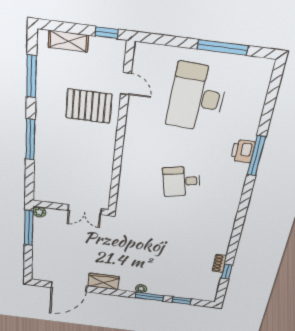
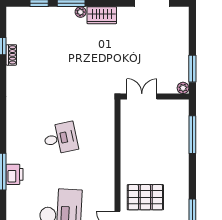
window: (30, 140) -> (192, 135), moved
window: (29, 228) -> (192, 69), width x0.69
wardrobe: (103, 282) -> (102, 15), moved

